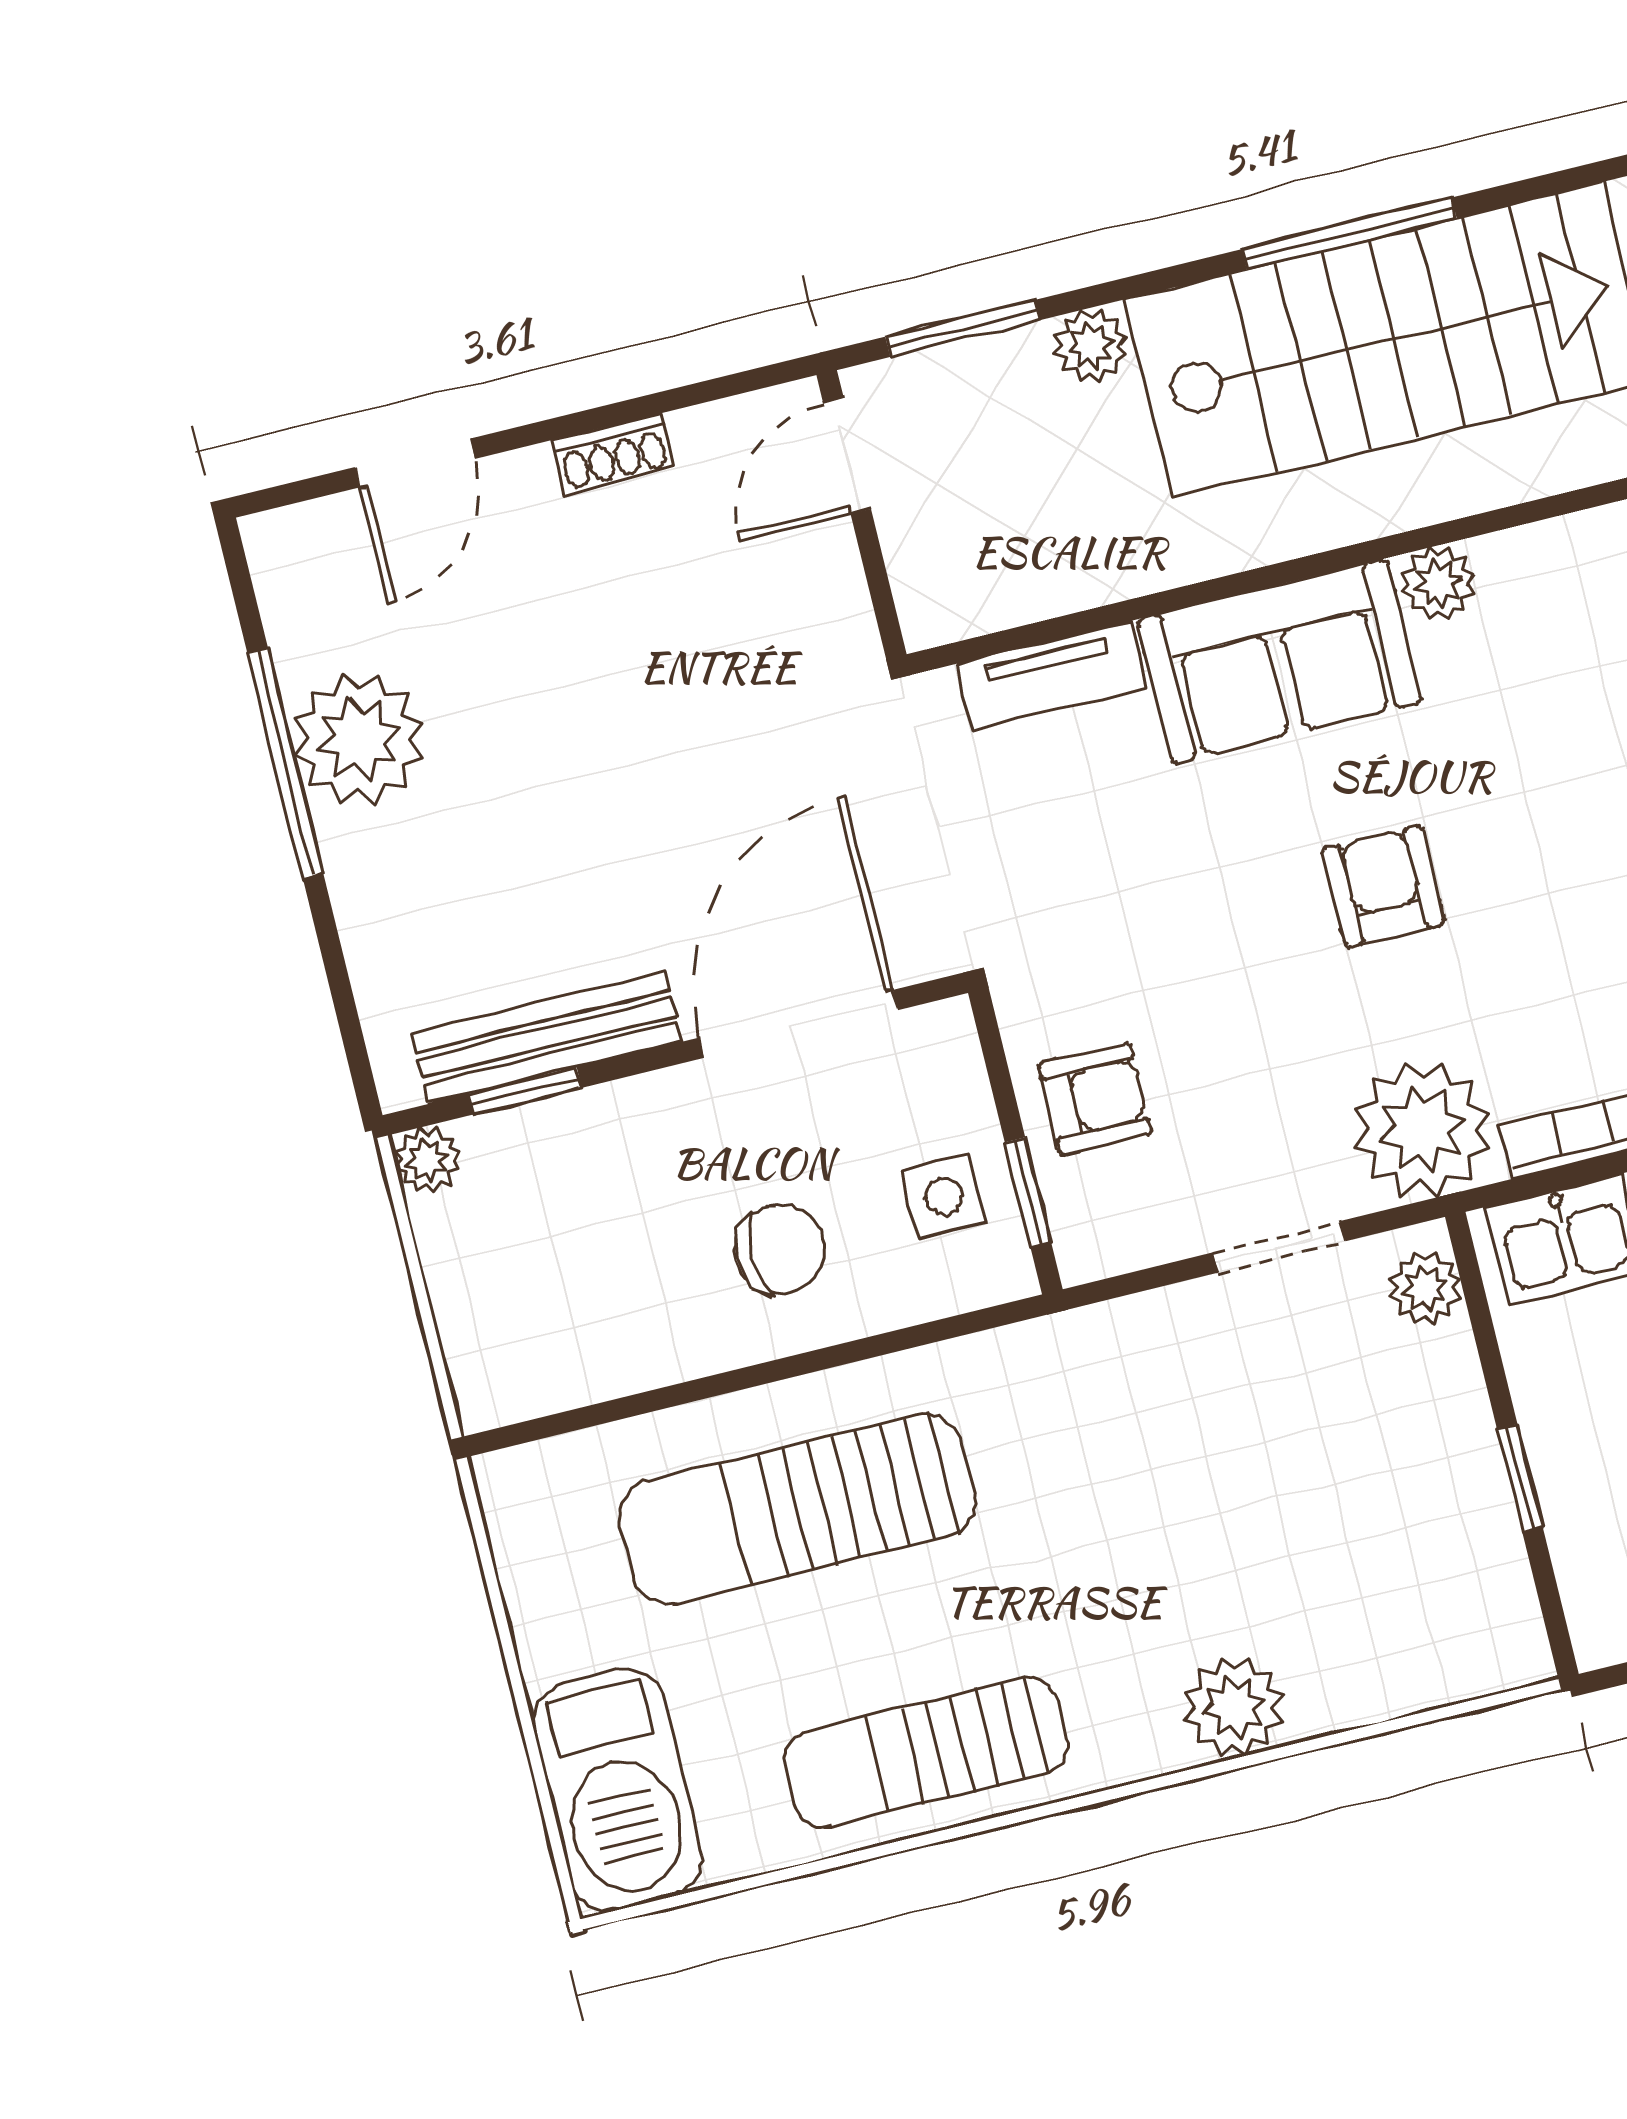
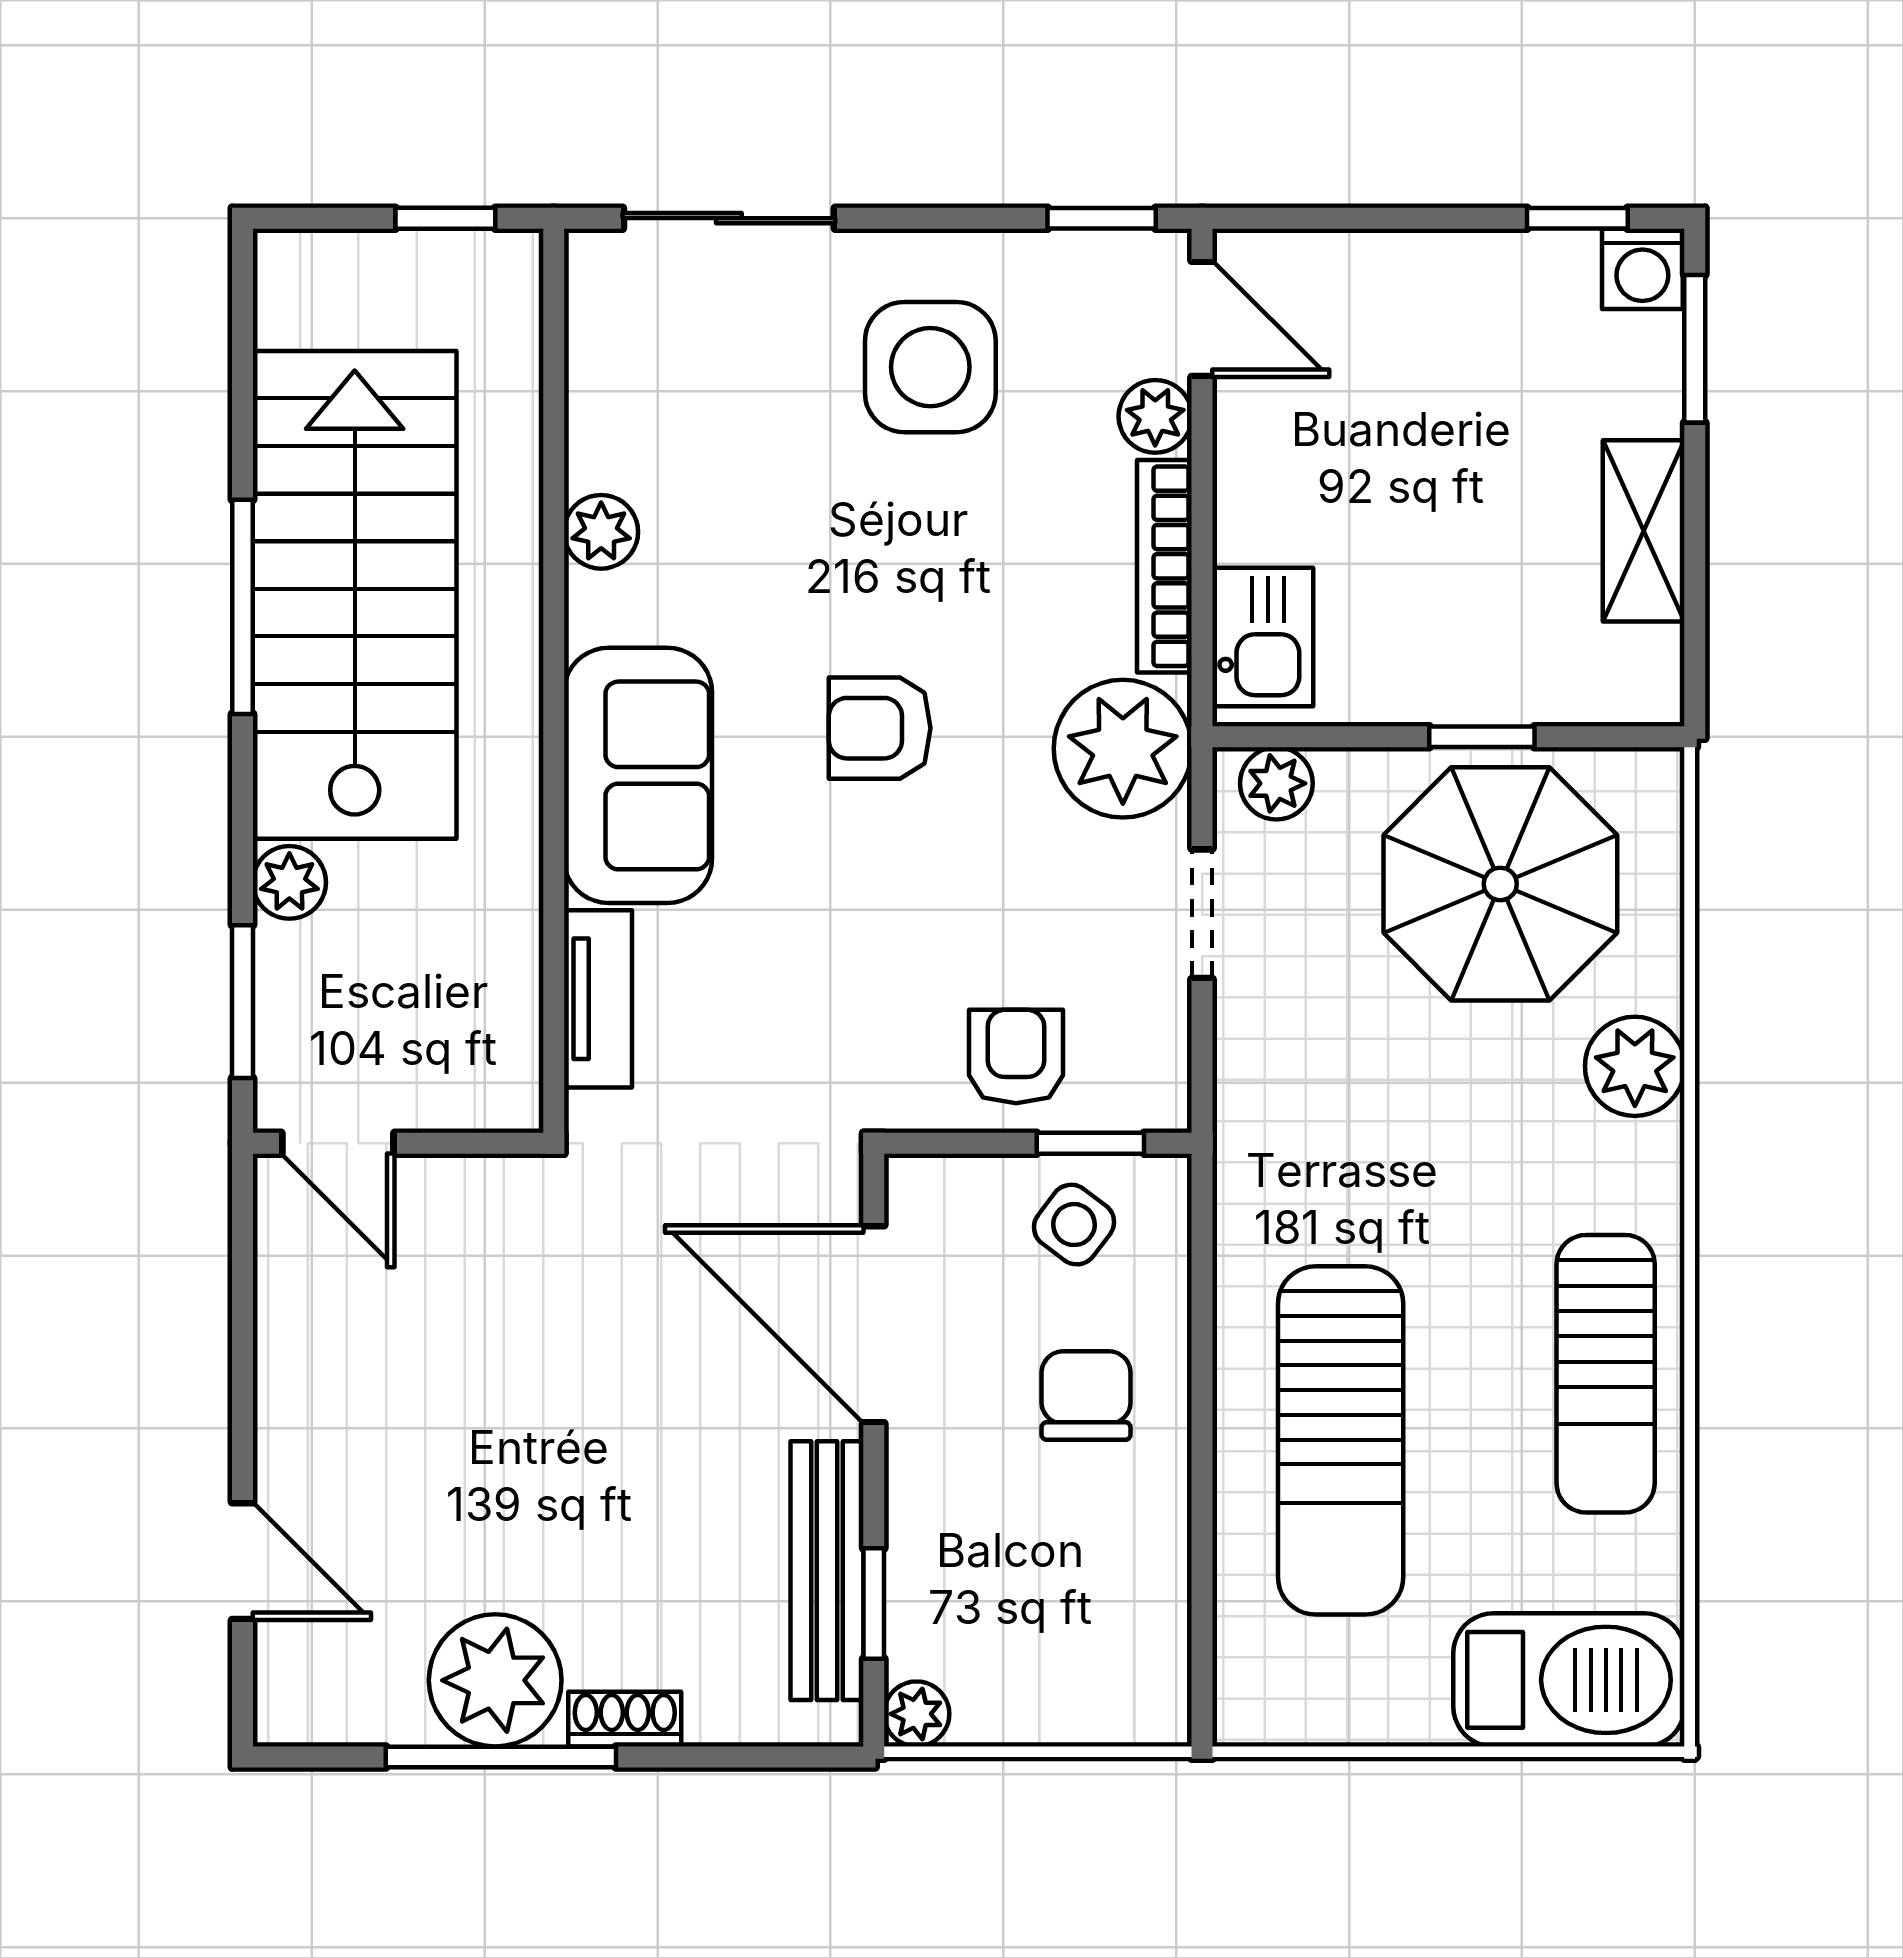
shoe rack: (613, 454) -> (625, 1719), moved, turned -90
plant: (1438, 584) -> (601, 532), moved
side table: (944, 1196) -> (1074, 1225), turned 37
parasol: (1380, 1532) -> (1500, 884), added

